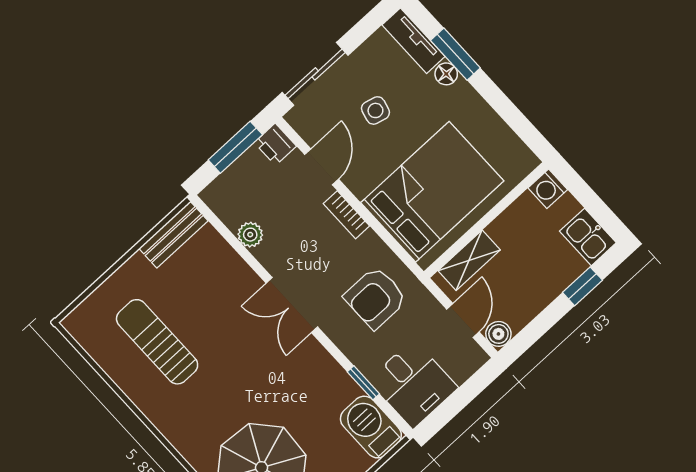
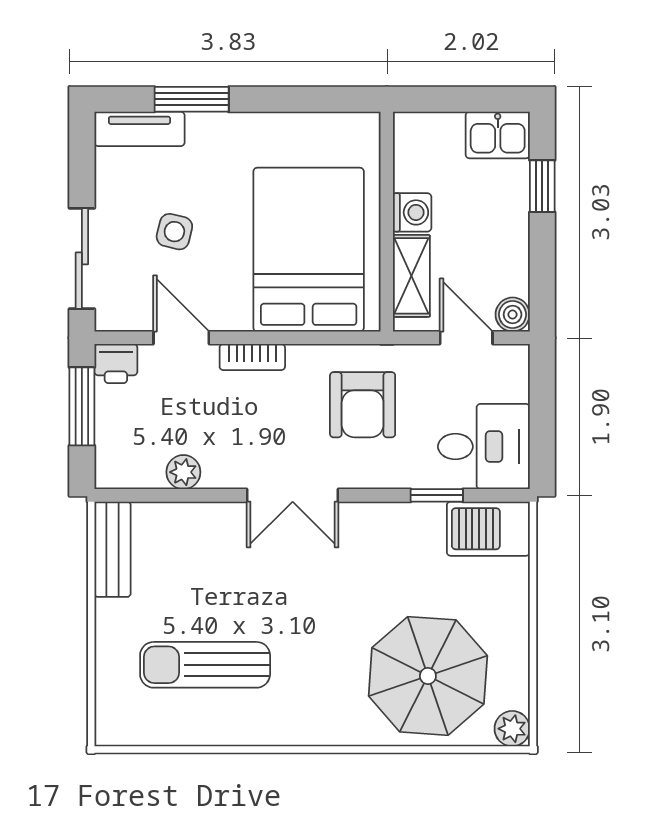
floor lamp: (446, 74) -> (203, 127), removed
washing machine: (548, 189) -> (412, 212), moved, turned -90

